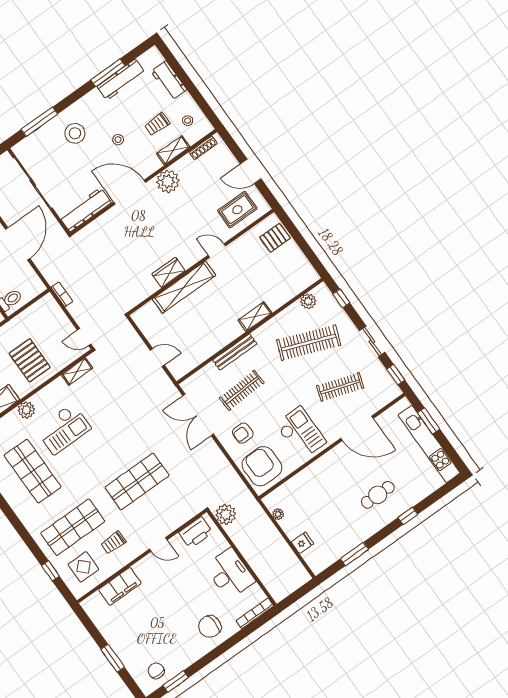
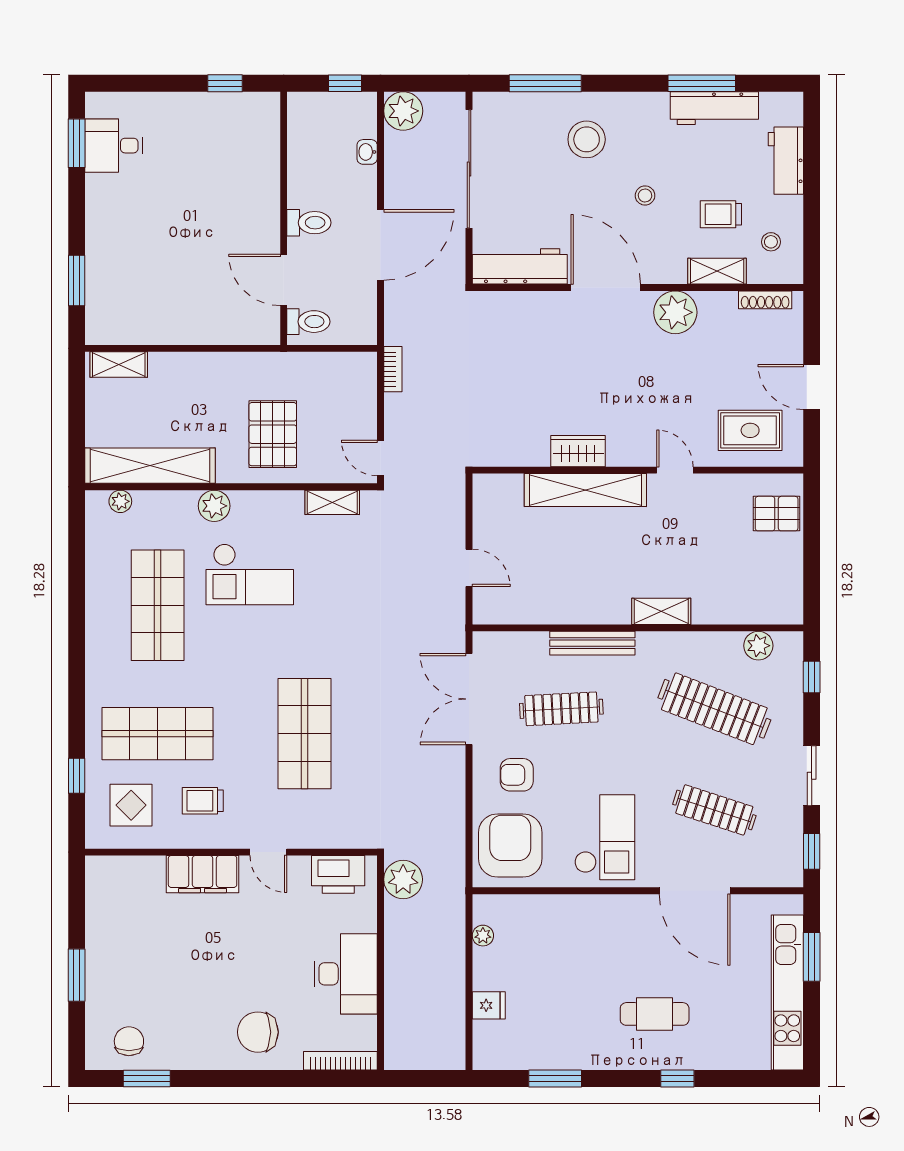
shop shelf: (137, 481) -> (305, 734), turned 90
filing cabinet: (120, 586) -> (203, 874), moved

